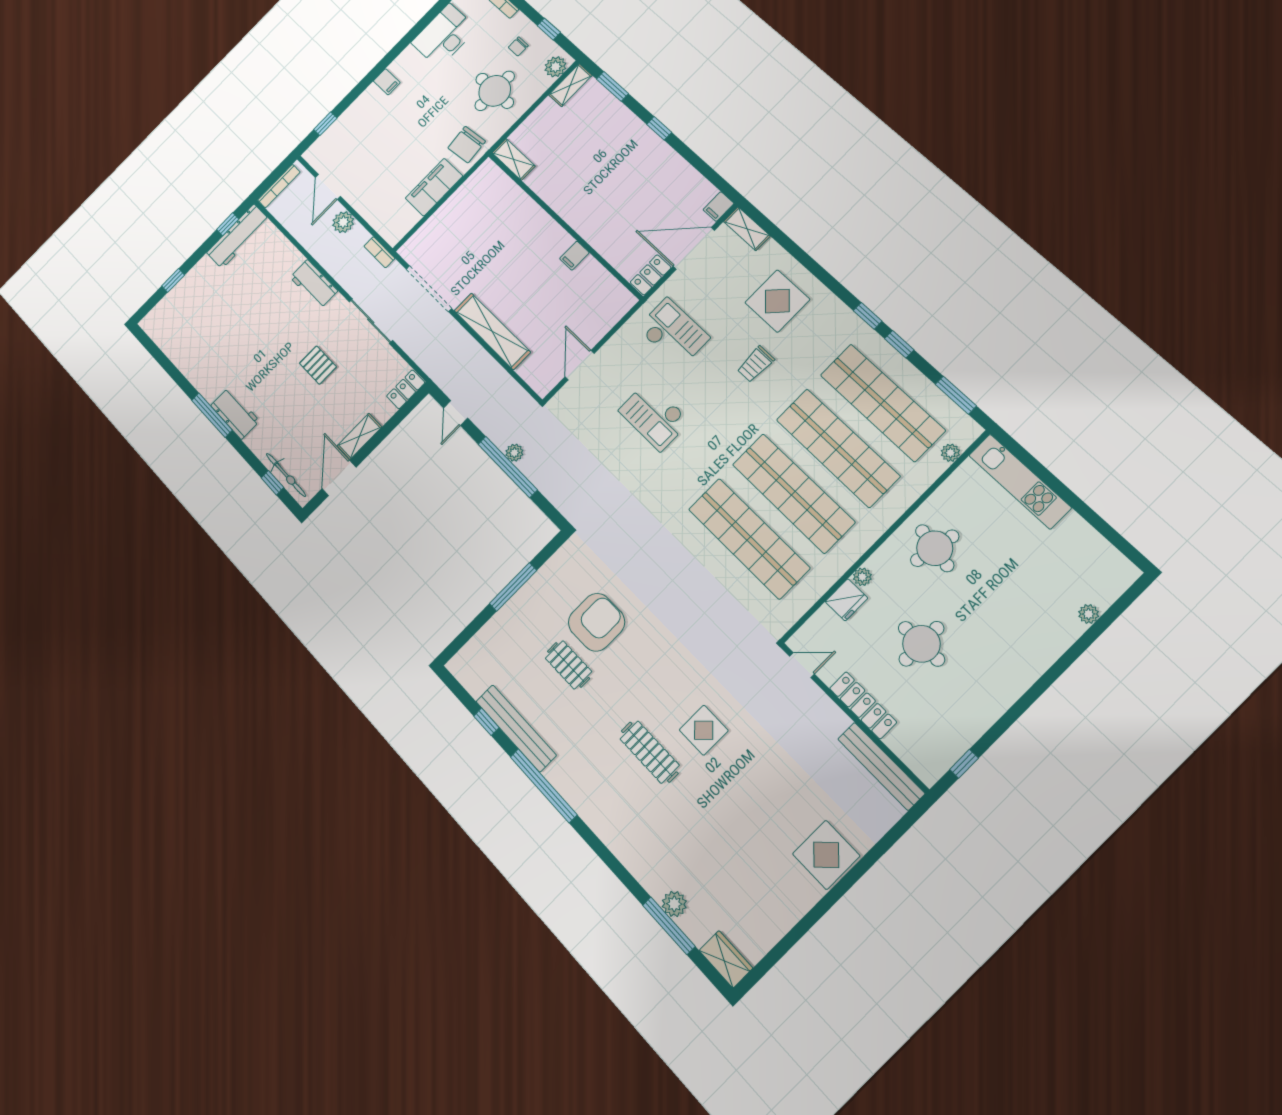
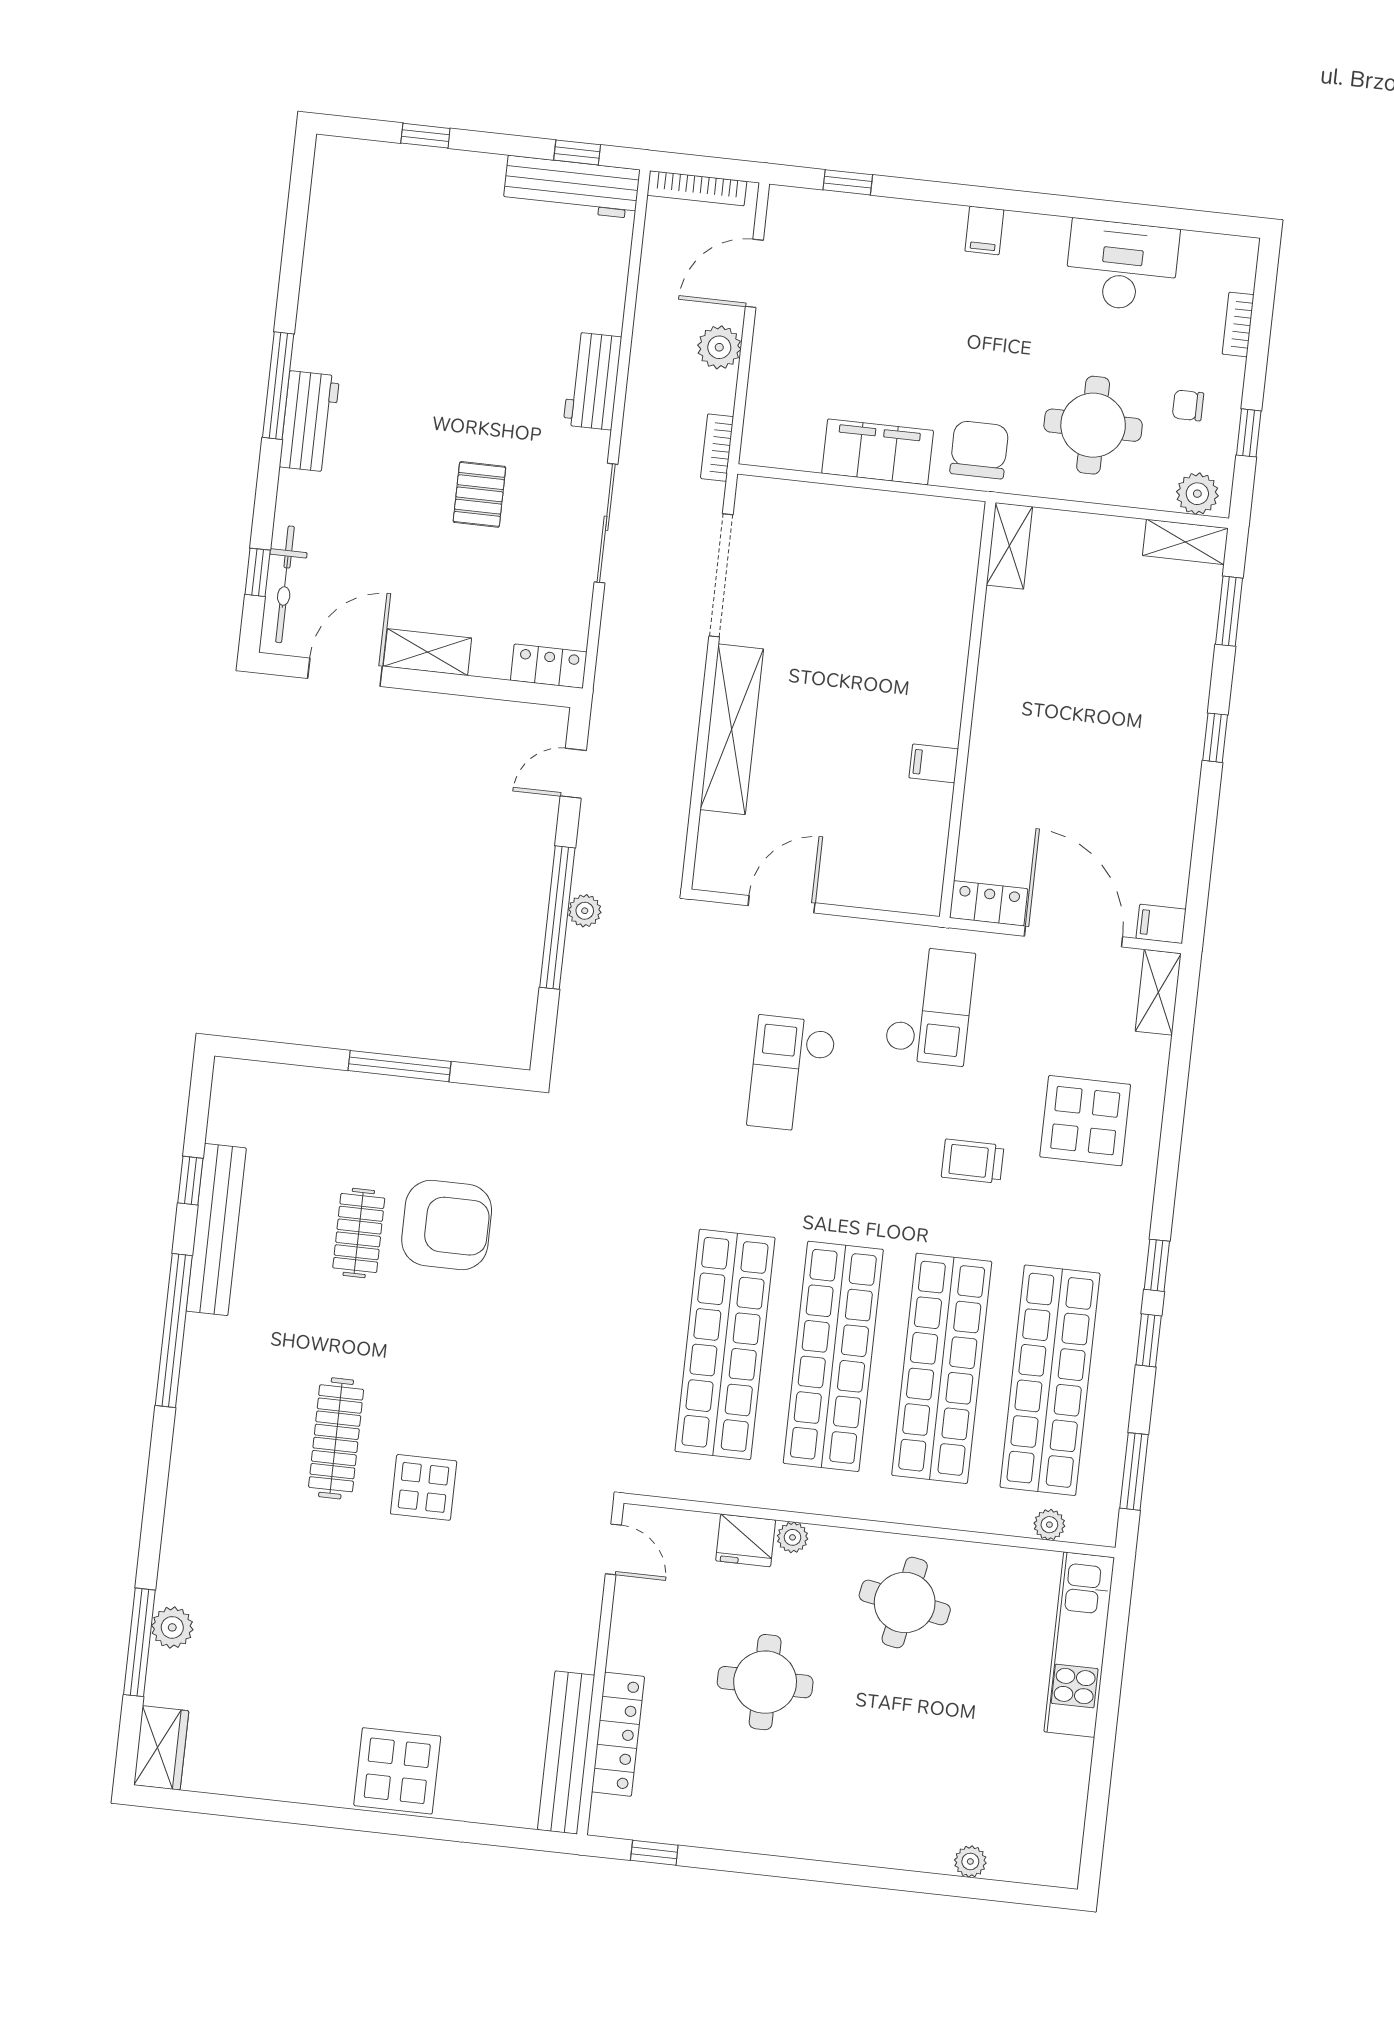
chair: (467, 145) -> (979, 450), turned 96
locker: (863, 705) -> (618, 1734), moved

